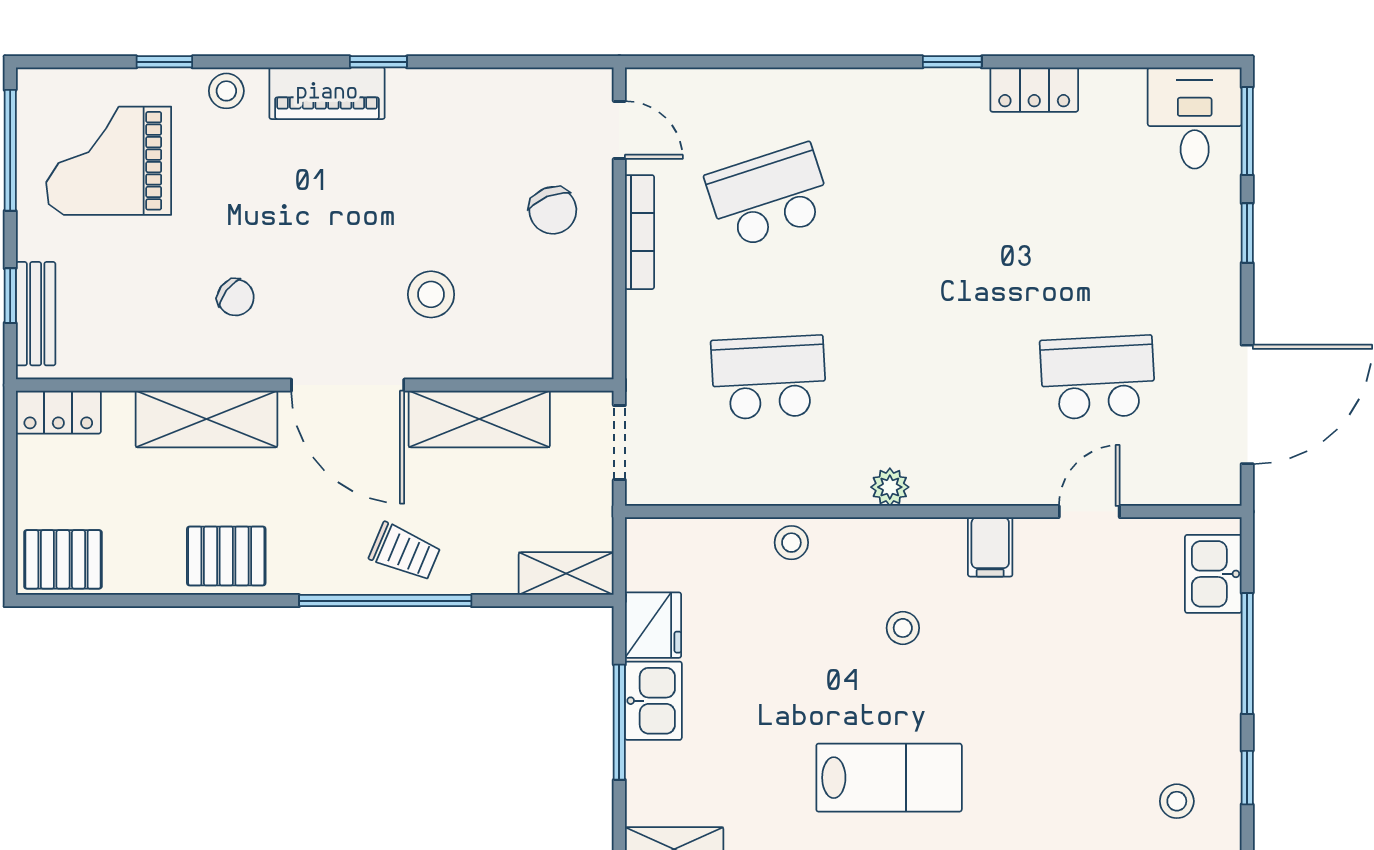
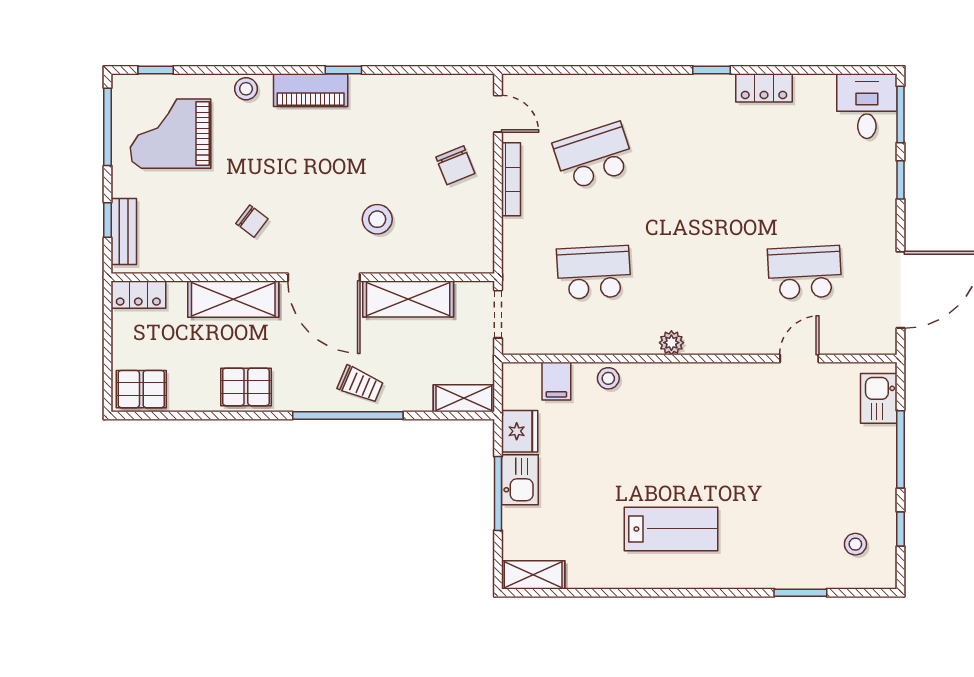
window: (164, 62) -> (156, 70), moved
filing cabinet: (990, 547) -> (556, 381), moved
stool: (903, 628) -> (680, 433), removed

